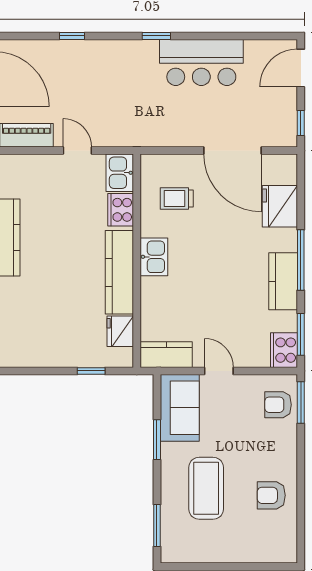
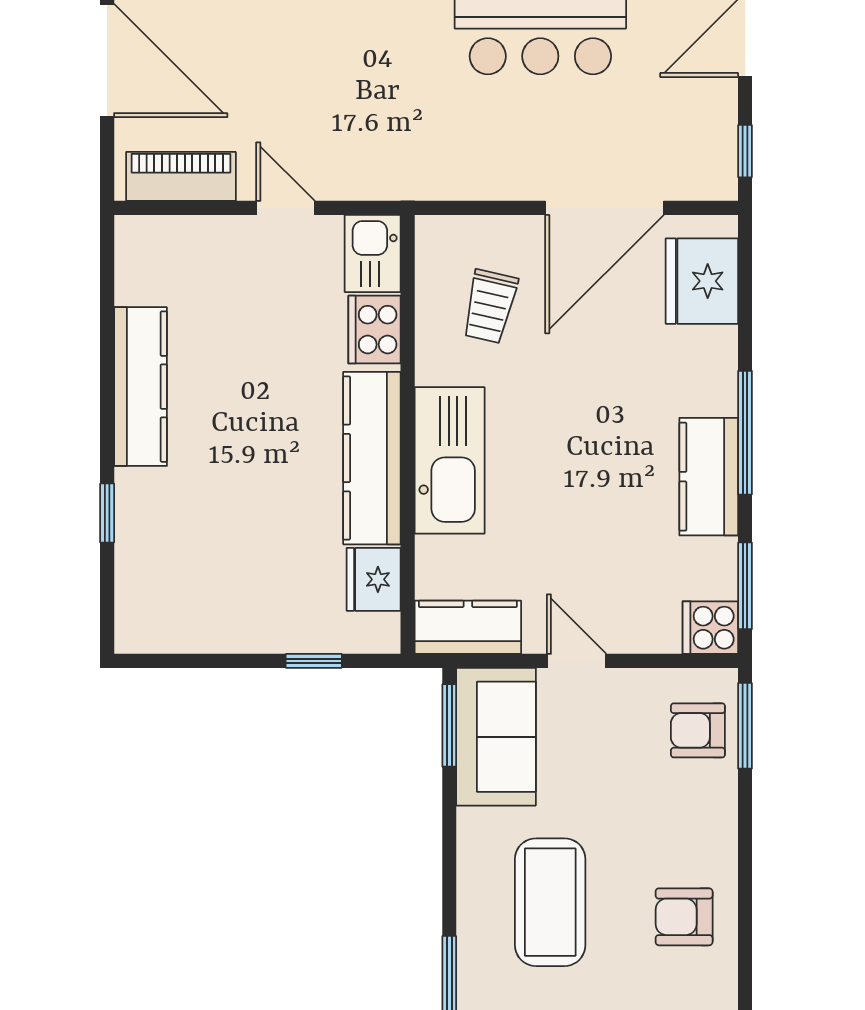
door: (233, 151) -> (604, 208), hinge flipped
trolley: (177, 199) -> (490, 306), turned -77
fridge: (280, 206) -> (702, 281), moved
kitchen sink: (154, 257) -> (450, 460), width x1.88, depth x1.24
cooker: (284, 350) -> (710, 628), width x0.73
window: (157, 440) -> (449, 725), moved

